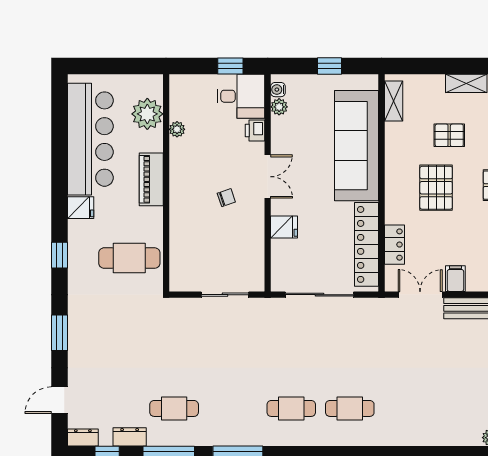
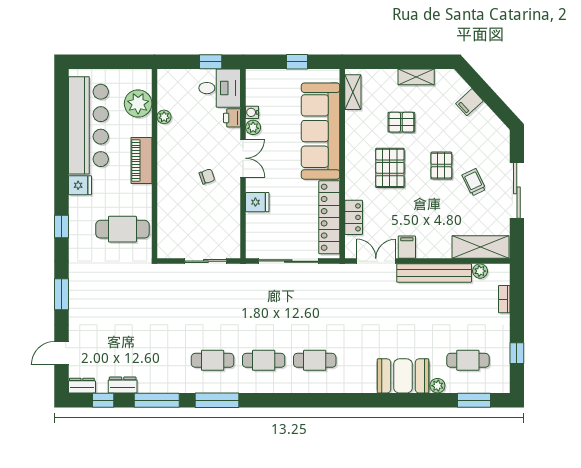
water cooler: (278, 90) -> (252, 112), moved
plant: (279, 107) -> (253, 127), moved
cafe table: (174, 408) -> (213, 360), moved
booth: (451, 426) -> (403, 376), added

